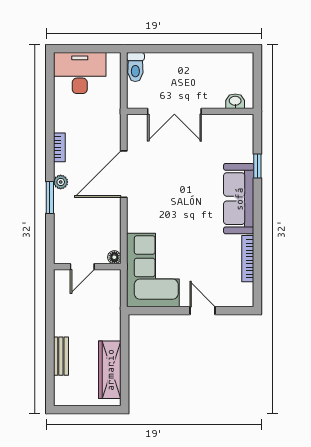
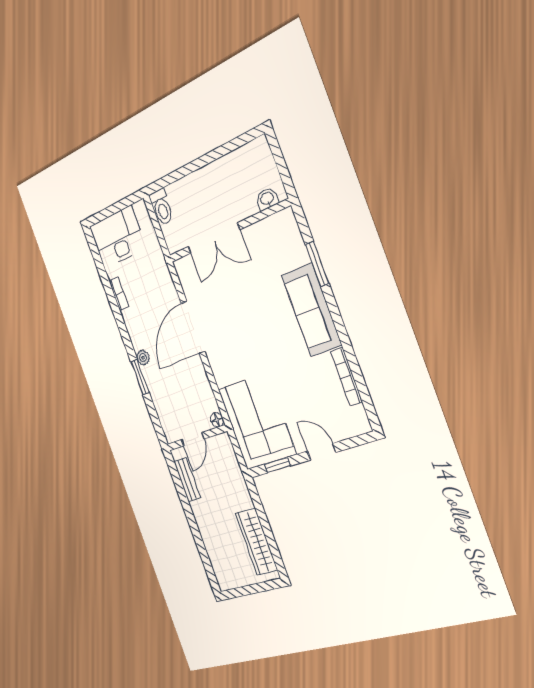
bookcase: (59, 147) -> (119, 294), moved
window: (257, 166) -> (317, 264), width x1.50
window: (157, 311) -> (277, 465), added
bench: (61, 356) -> (187, 480), moved

